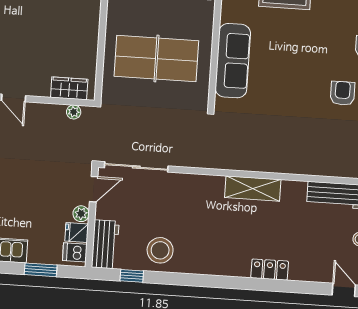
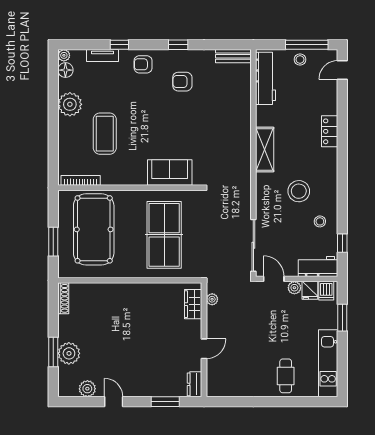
sofa: (233, 61) -> (170, 173), width x0.73
stool: (199, 227) -> (299, 191), added
stool: (160, 250) -> (320, 221), width x0.53, depth x0.53

